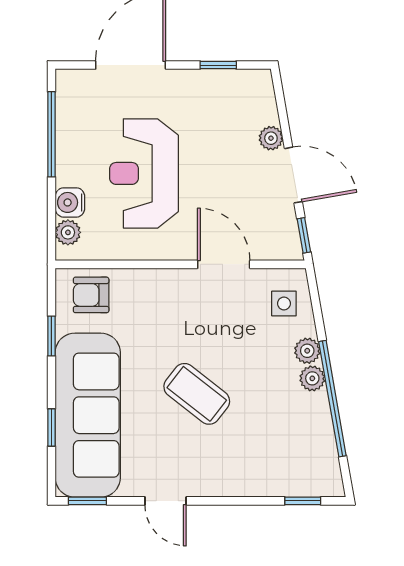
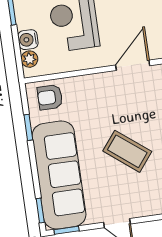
door: (224, 264) -> (133, 65), hinge flipped
window: (51, 427) -> (40, 211), moved

